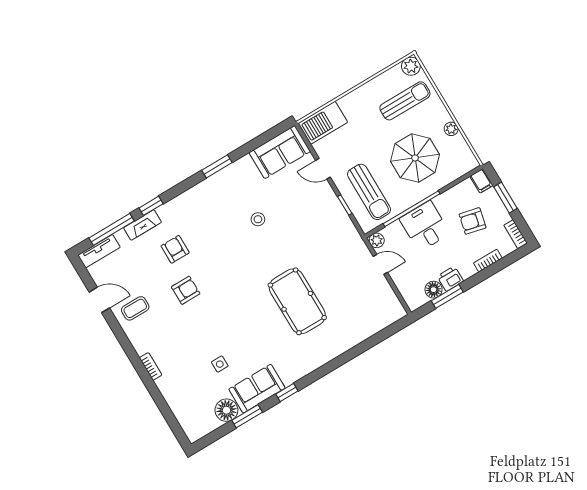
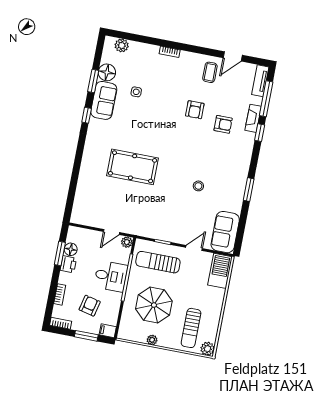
plant: (187, 419) -> (122, 45), added

